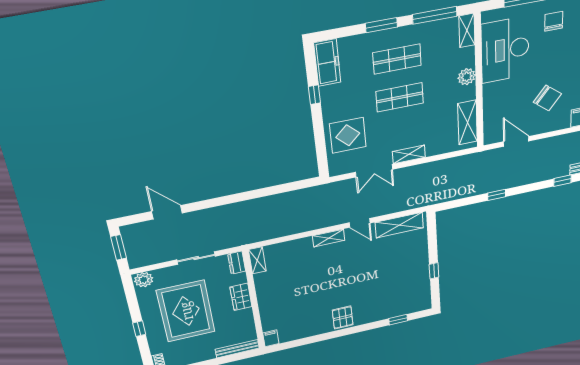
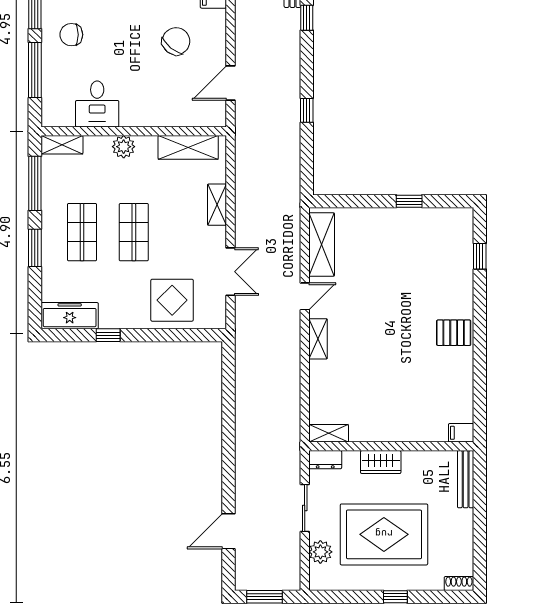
desk: (505, 50) -> (97, 104), width x0.53, depth x0.77
shelving: (409, 154) -> (217, 205), moved
plant: (144, 280) -> (320, 552), moved

